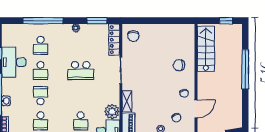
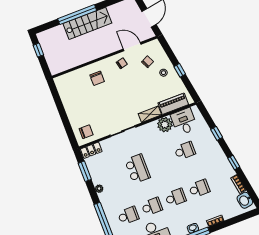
locker: (114, 40) -> (91, 150), width x0.66
stairs: (206, 49) -> (87, 23), moved, turned 180
school desk: (41, 96) -> (176, 197), turned 180

